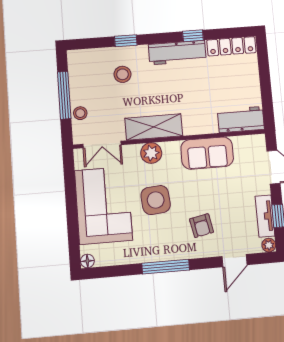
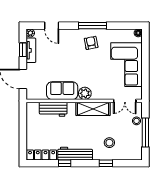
workbench: (241, 120) -> (53, 109), moved
double door: (102, 144) -> (125, 101), swing flipped
plant: (151, 153) -> (85, 93), moved
side table: (156, 200) -> (95, 65), removed
armchair: (202, 226) -> (91, 43), moved
door: (234, 261) -> (52, 26), swing flipped

